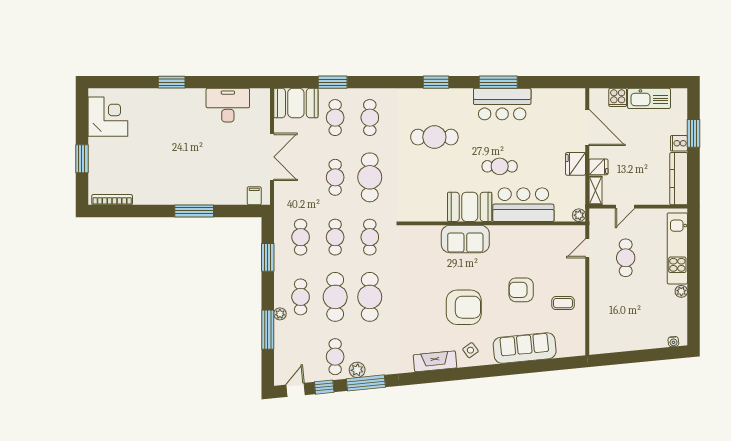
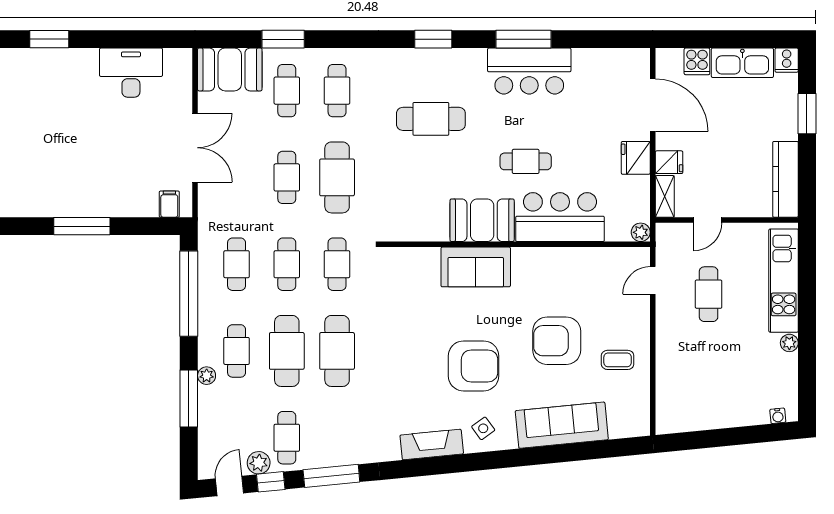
cooker: (679, 143) -> (787, 60), moved, turned -90
window: (268, 257) -> (189, 294), width x2.11
armchair: (521, 290) -> (557, 341), width x1.36, depth x1.36
plant: (357, 370) -> (259, 463), moved

